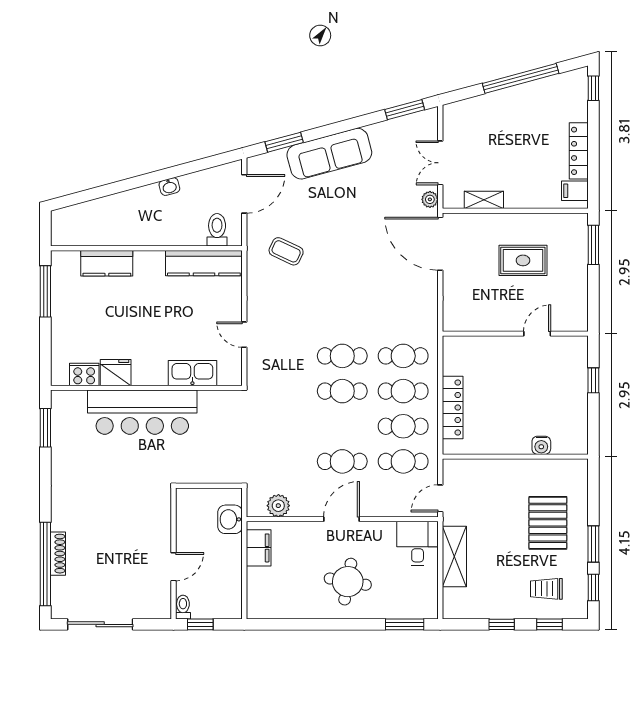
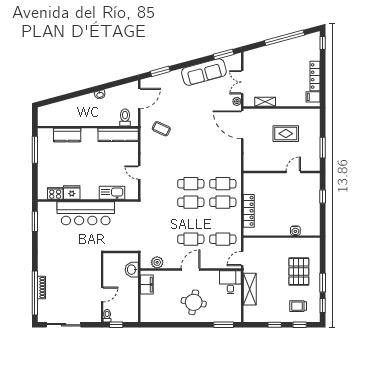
sofa: (329, 154) -> (204, 72), moved
window: (593, 245) -> (323, 148), moved
cafe table: (403, 426) -> (223, 221), removed

